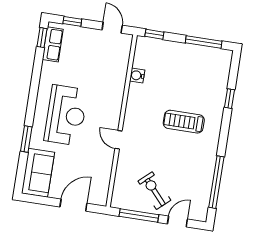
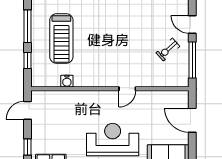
window: (154, 34) -> (27, 60), moved
treadmill: (184, 122) -> (61, 38), moved, width x1.37, depth x1.37
exercise bike: (154, 191) -> (168, 50), width x0.73, depth x0.72

